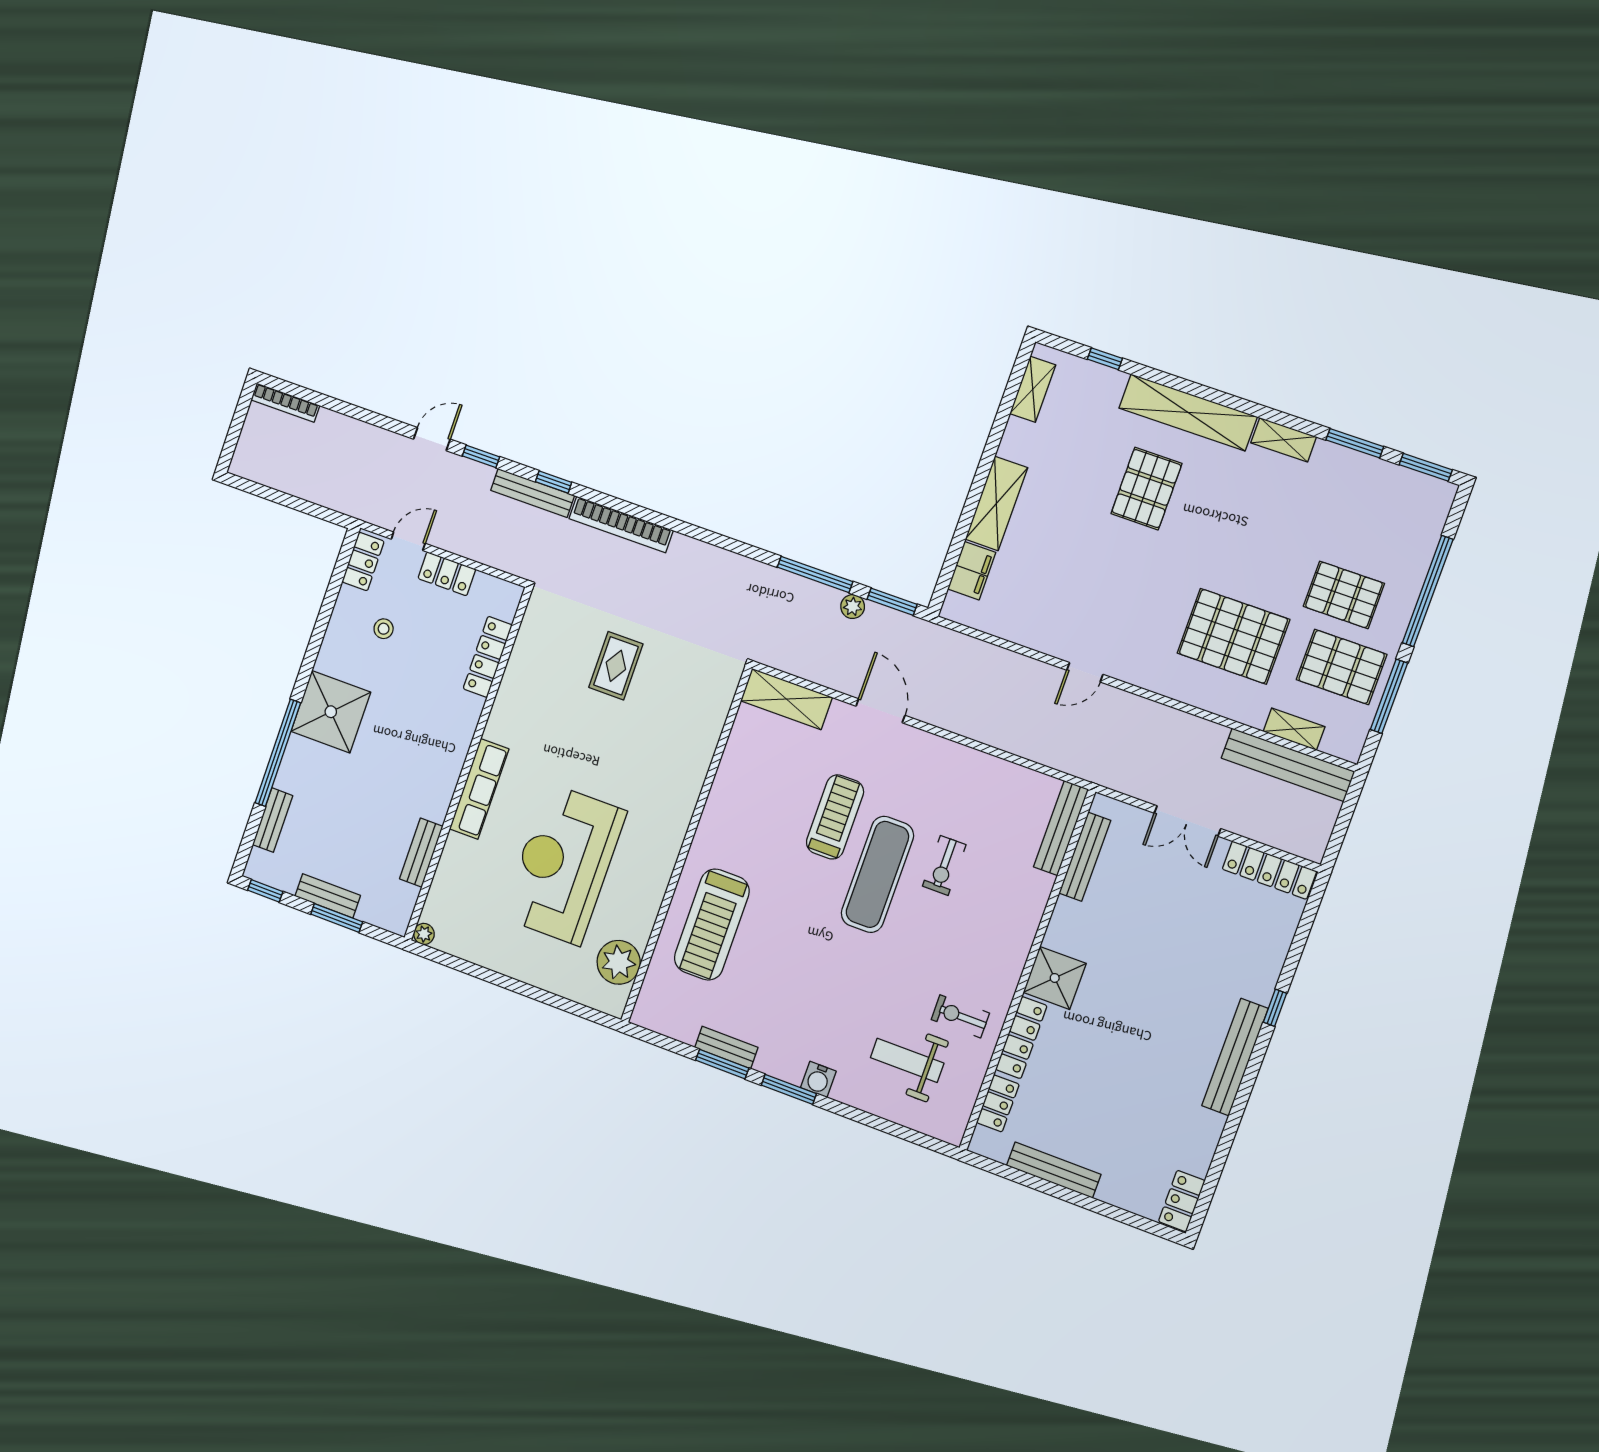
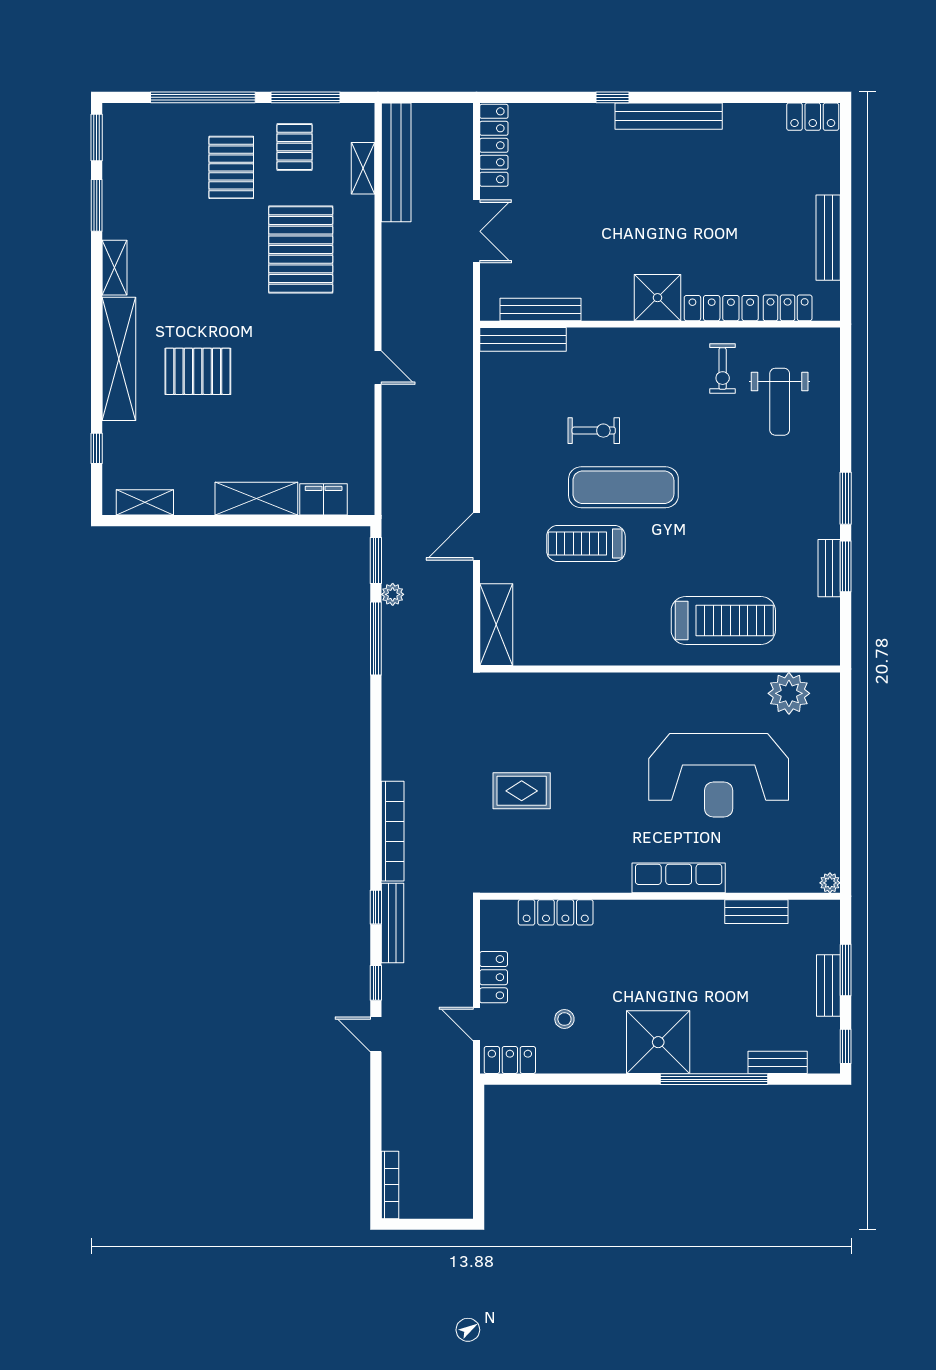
pallet: (1342, 667) -> (294, 147), width x0.67, depth x0.71
water cooler: (818, 1079) -> (827, 475), removed

